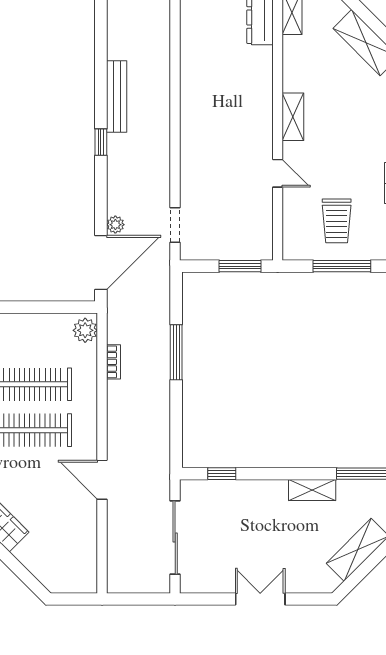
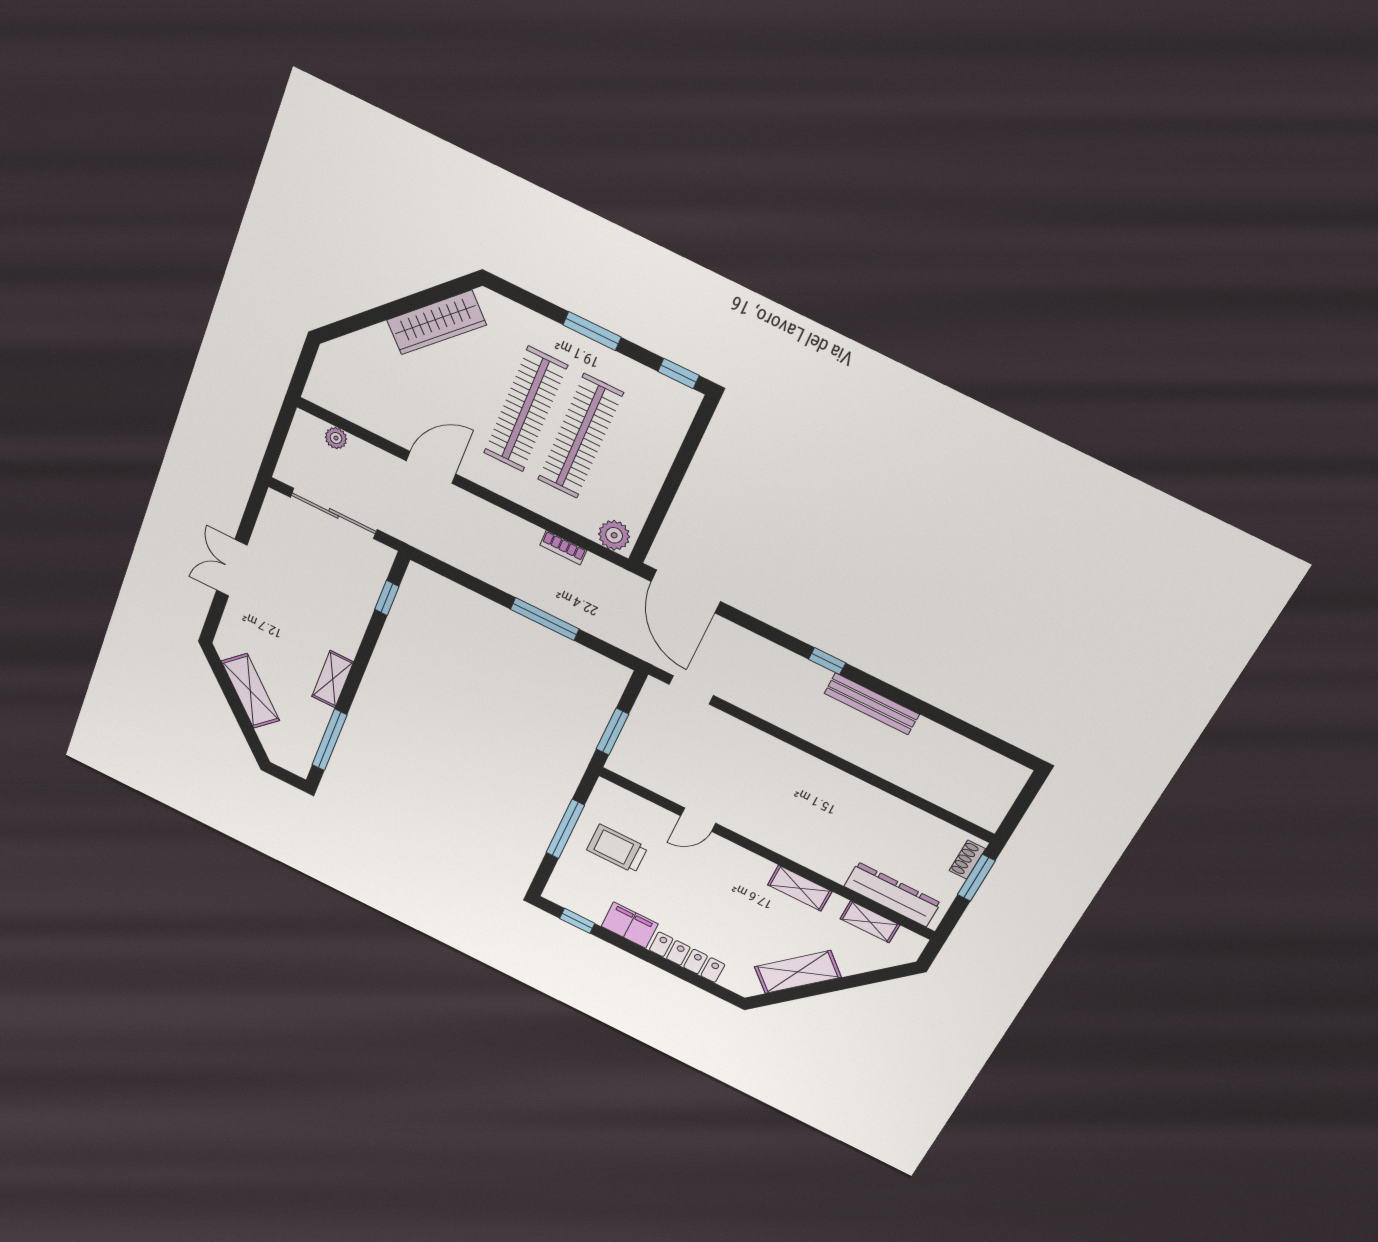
shelving: (293, 117) -> (800, 888), moved
plant: (115, 225) -> (336, 438), moved
double door: (260, 599) -> (232, 568), swing flipped

